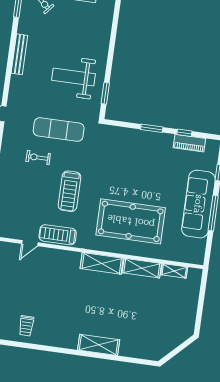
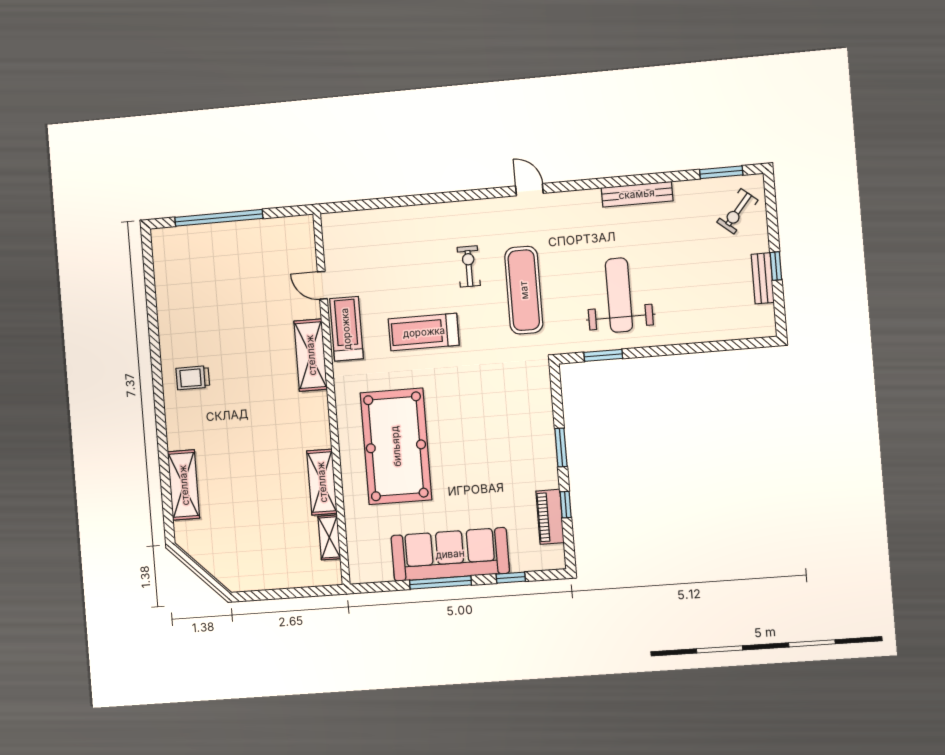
shelving: (102, 263) -> (311, 355), moved
trolley: (26, 326) -> (193, 378), moved
shelving: (99, 345) -> (184, 485), moved

